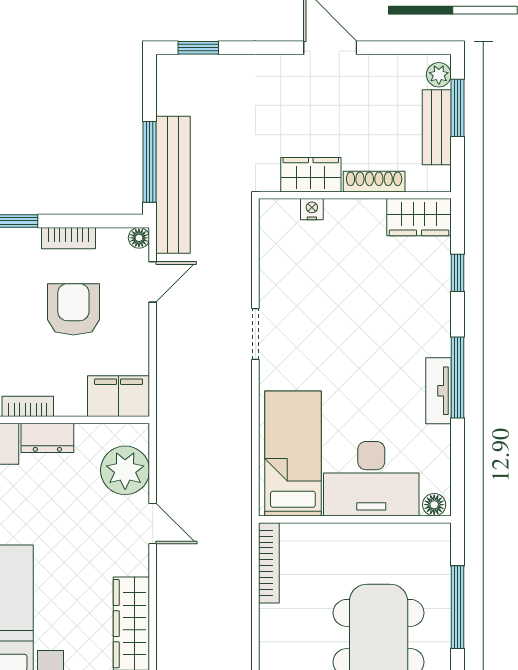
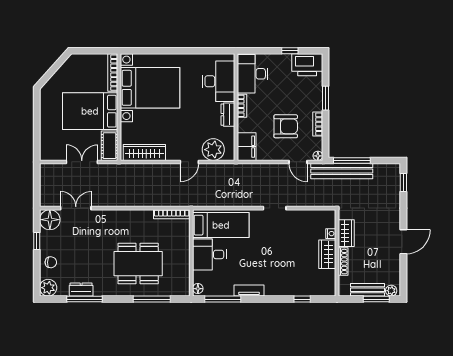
wardrobe: (419, 217) -> (327, 254), moved
window: (458, 378) -> (223, 299), moved
desk: (371, 479) -> (209, 254), width x0.73

